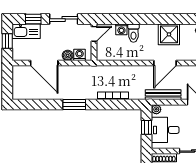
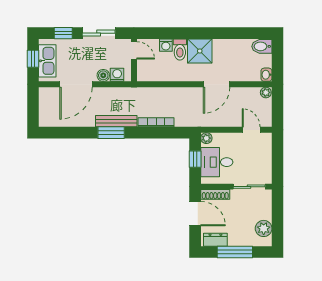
kitchen sink: (26, 31) -> (47, 61), moved, turned -90
door: (94, 34) -> (134, 50), hinge flipped
shower: (169, 34) -> (200, 51), moved
door: (44, 63) -> (76, 84), hinge flipped
bench: (163, 95) -> (116, 121), moved

